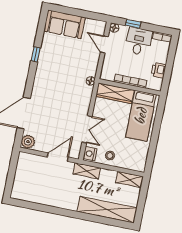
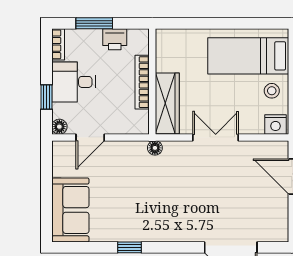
window: (170, 60) -> (94, 23), added
bed: (141, 116) -> (248, 56), moved, turned 180
double door: (87, 129) -> (216, 137), moved
plant: (28, 142) -> (276, 231), removed

